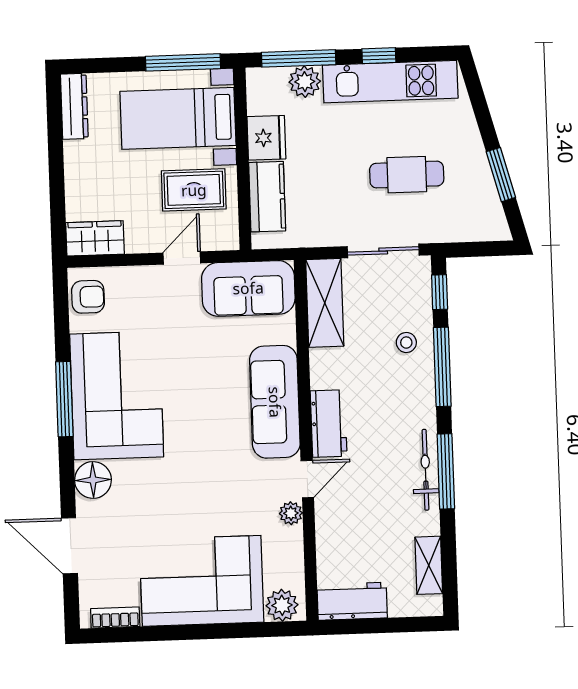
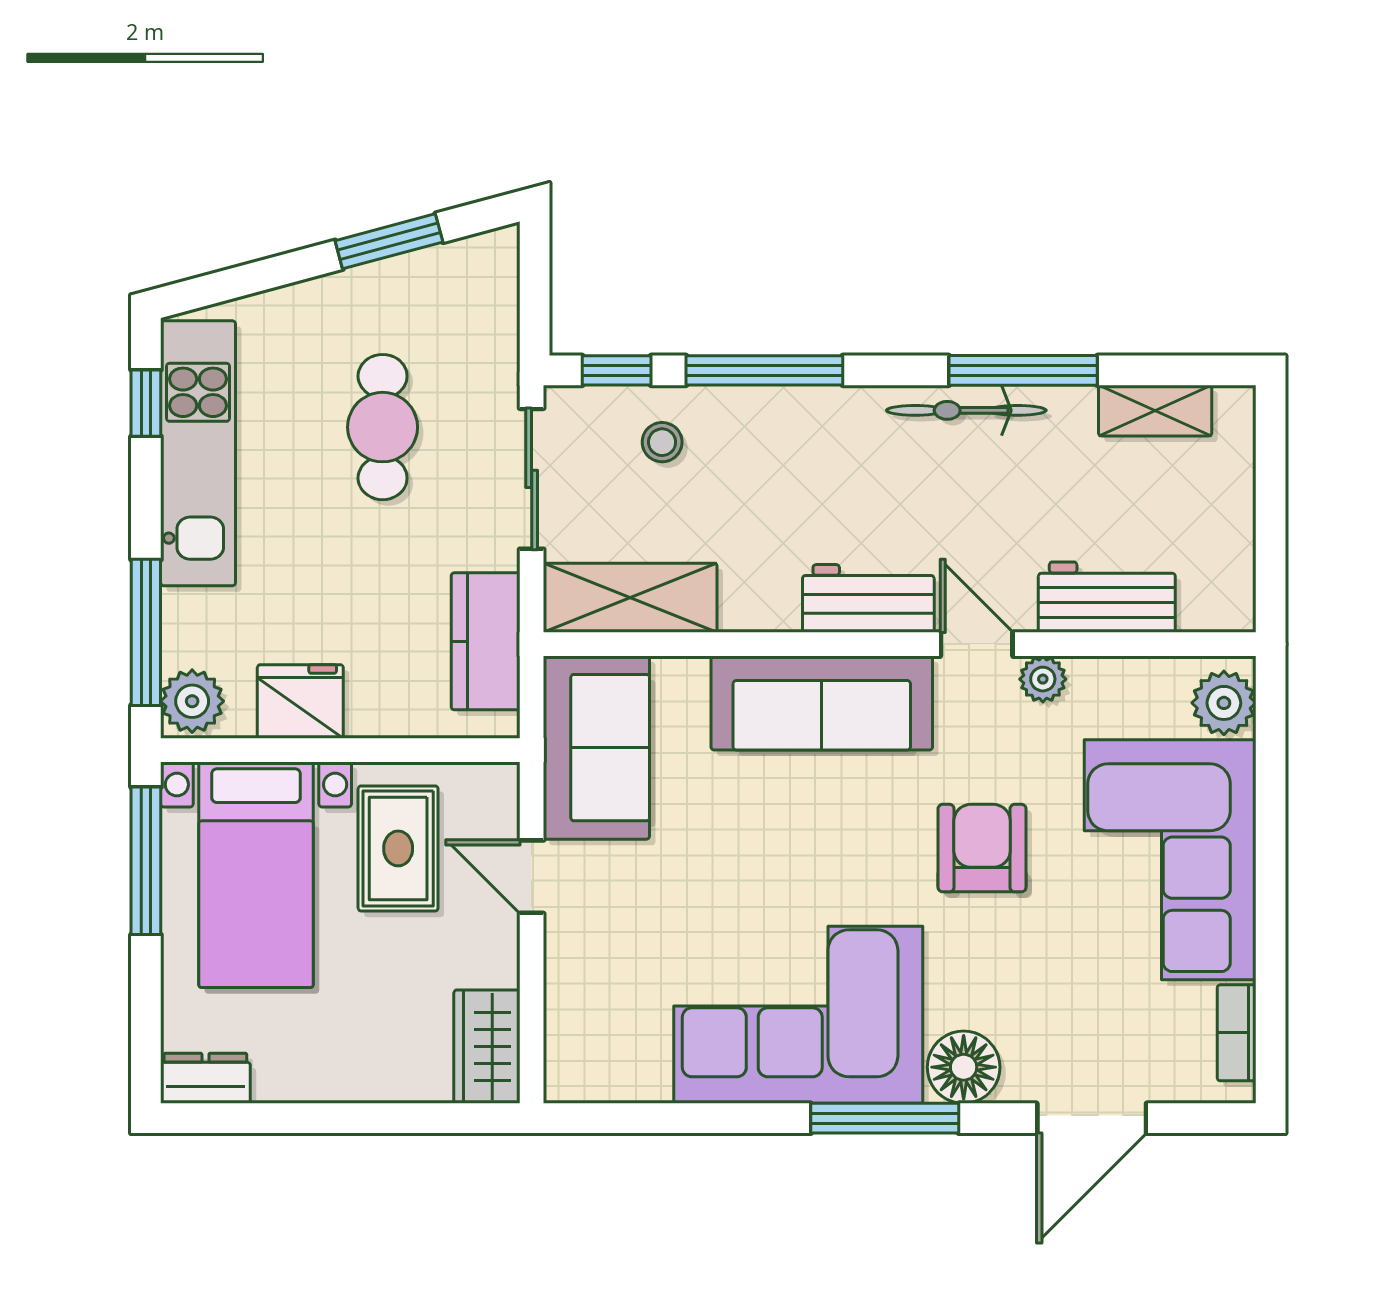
window: (379, 56) -> (146, 403), moved
plant: (305, 82) -> (192, 701), moved
dresser: (74, 106) -> (205, 1078), width x0.70
kitchen counter: (267, 197) -> (486, 641), moved, turned -90
armchair: (88, 297) -> (982, 848), moved, width x1.38, depth x1.38
stool: (406, 343) -> (662, 442), moved
window: (64, 399) -> (885, 1118), moved
window: (446, 471) -> (1023, 370), moved
workbench: (352, 601) -> (1107, 597), moved, turned 90

